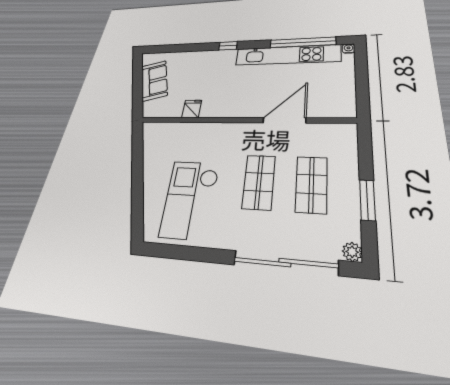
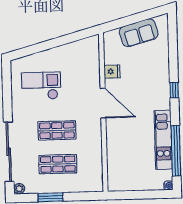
kitchen unit: (287, 55) -> (163, 140), width x0.73
door: (284, 120) -> (103, 103), moved
checkout: (190, 199) -> (41, 86), width x0.73, depth x0.83

